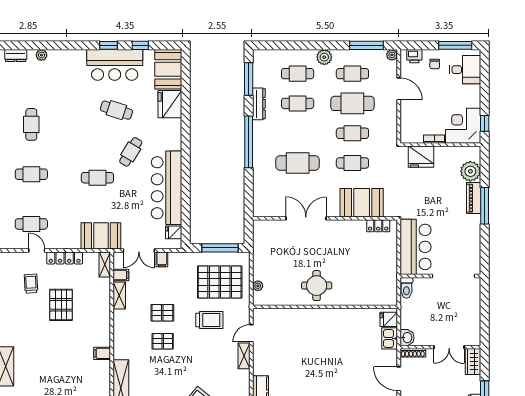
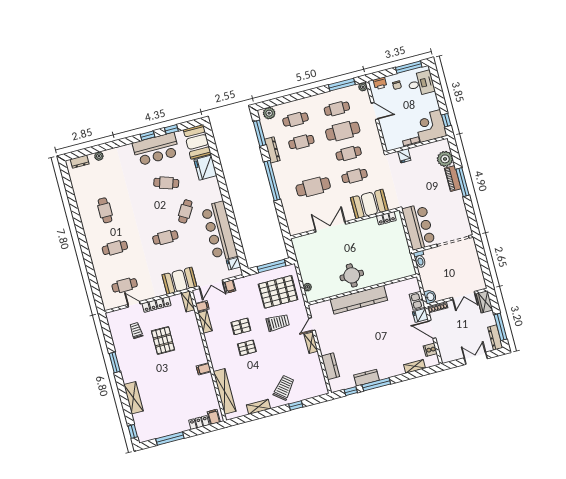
plant: (324, 57) -> (269, 113), moved
fridge: (421, 157) -> (404, 156), width x0.53, depth x0.75
kitchen counter: (318, 318) -> (359, 300), added
fridge: (389, 319) -> (420, 315), moved

